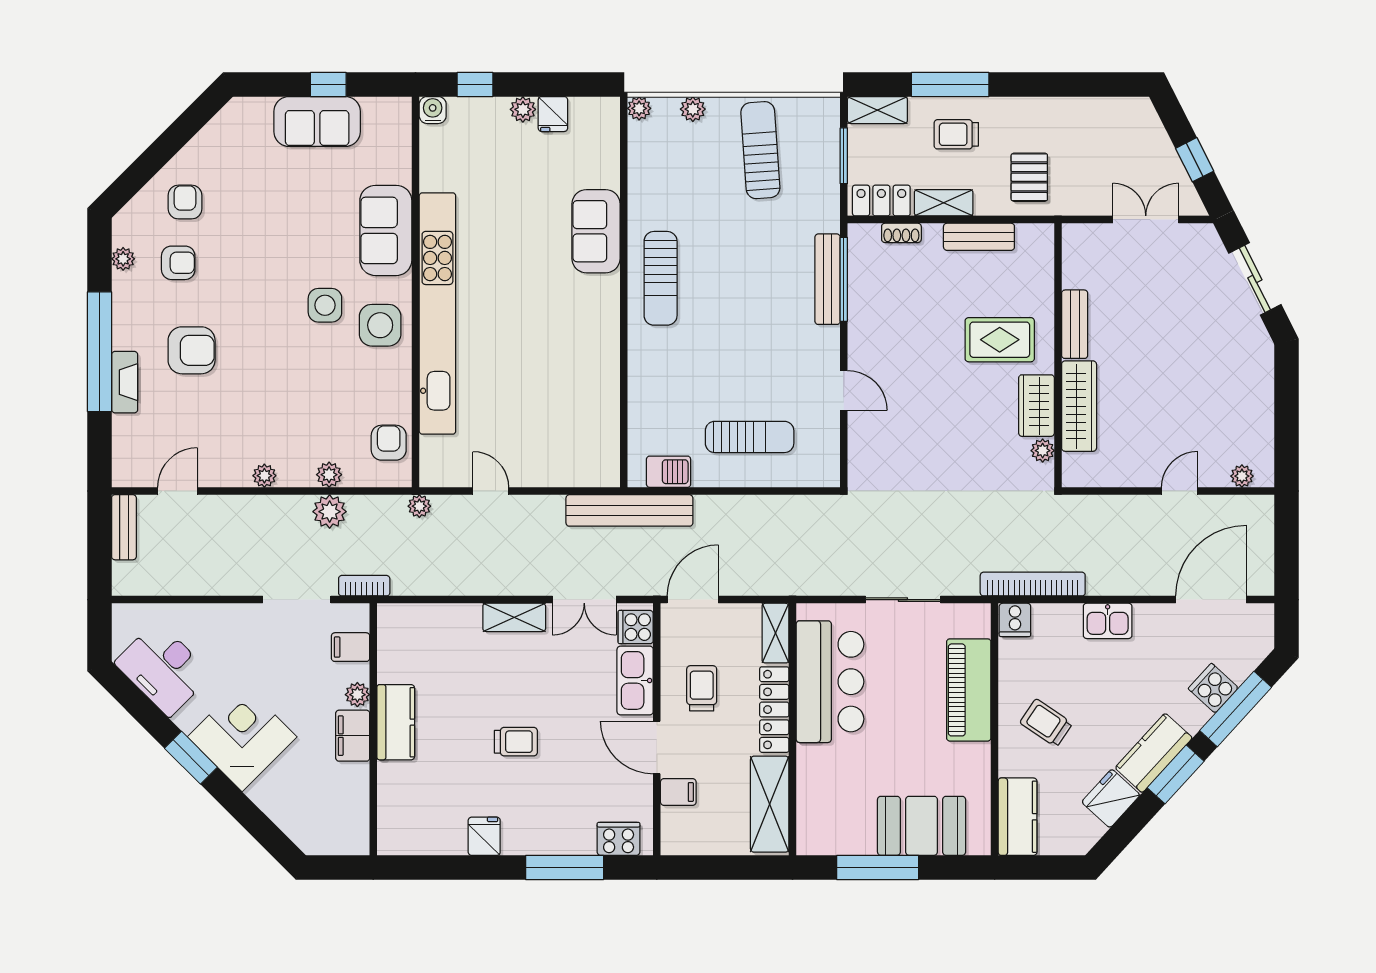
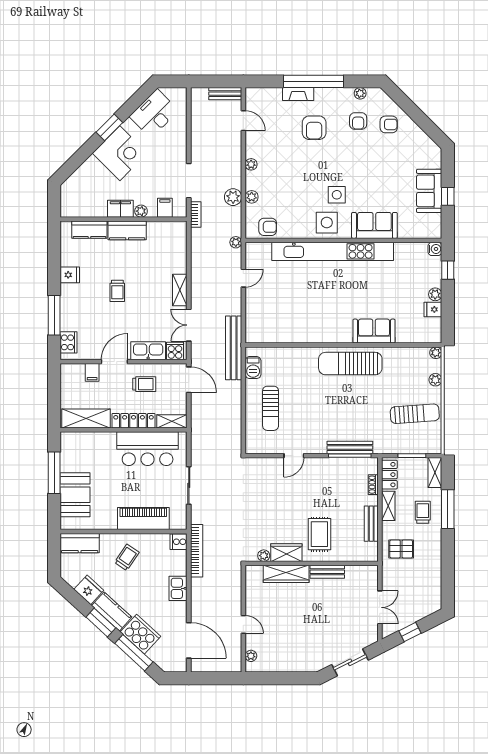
sun lounger: (661, 278) -> (350, 364), width x1.36, depth x1.34
cooker: (1213, 688) -> (141, 634), width x1.87, depth x1.31
kitchen counter: (394, 797) -> (89, 230), added

